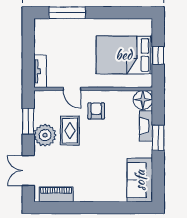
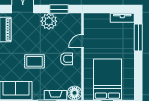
tv unit: (40, 71) -> (122, 18), moved
rug: (70, 131) -> (34, 61), moved

